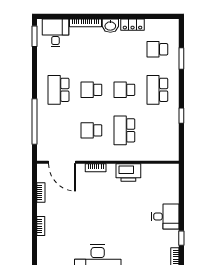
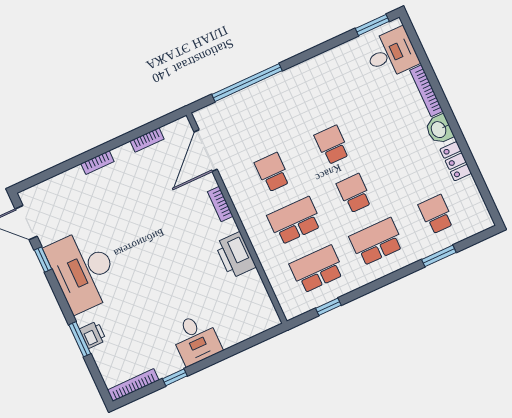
school desk: (59, 90) -> (317, 269), moved
window: (181, 116) -> (328, 307), moved

